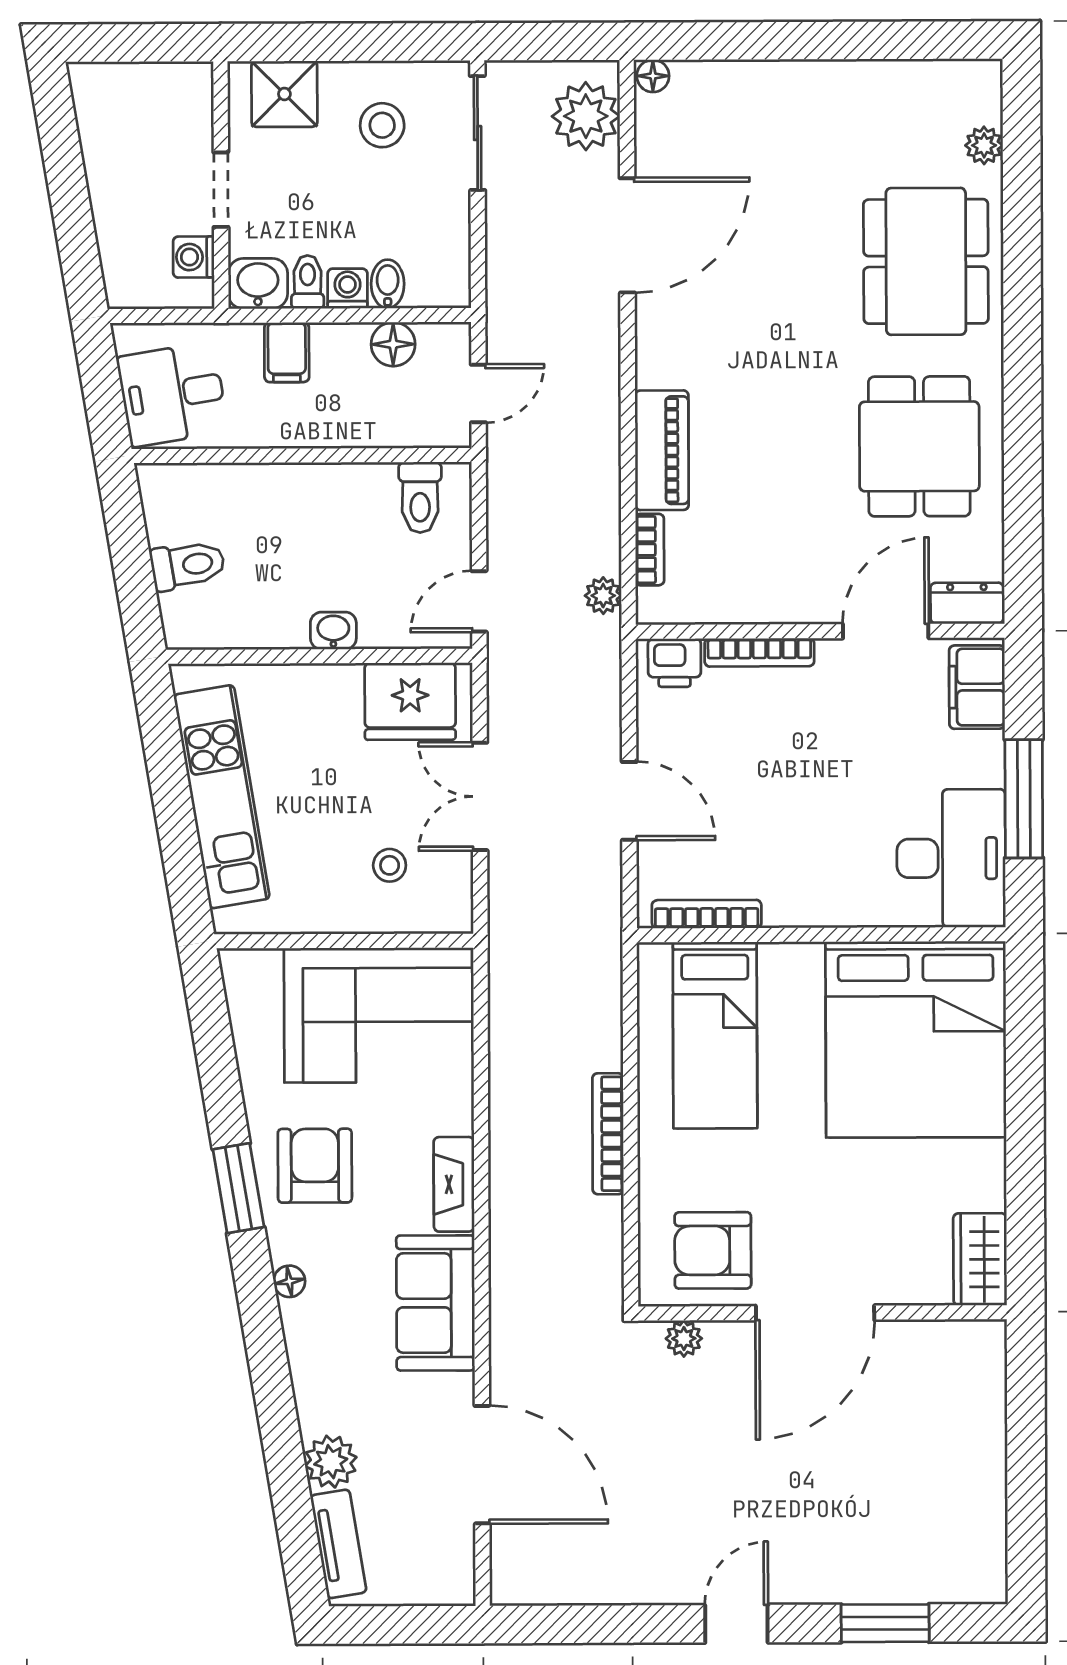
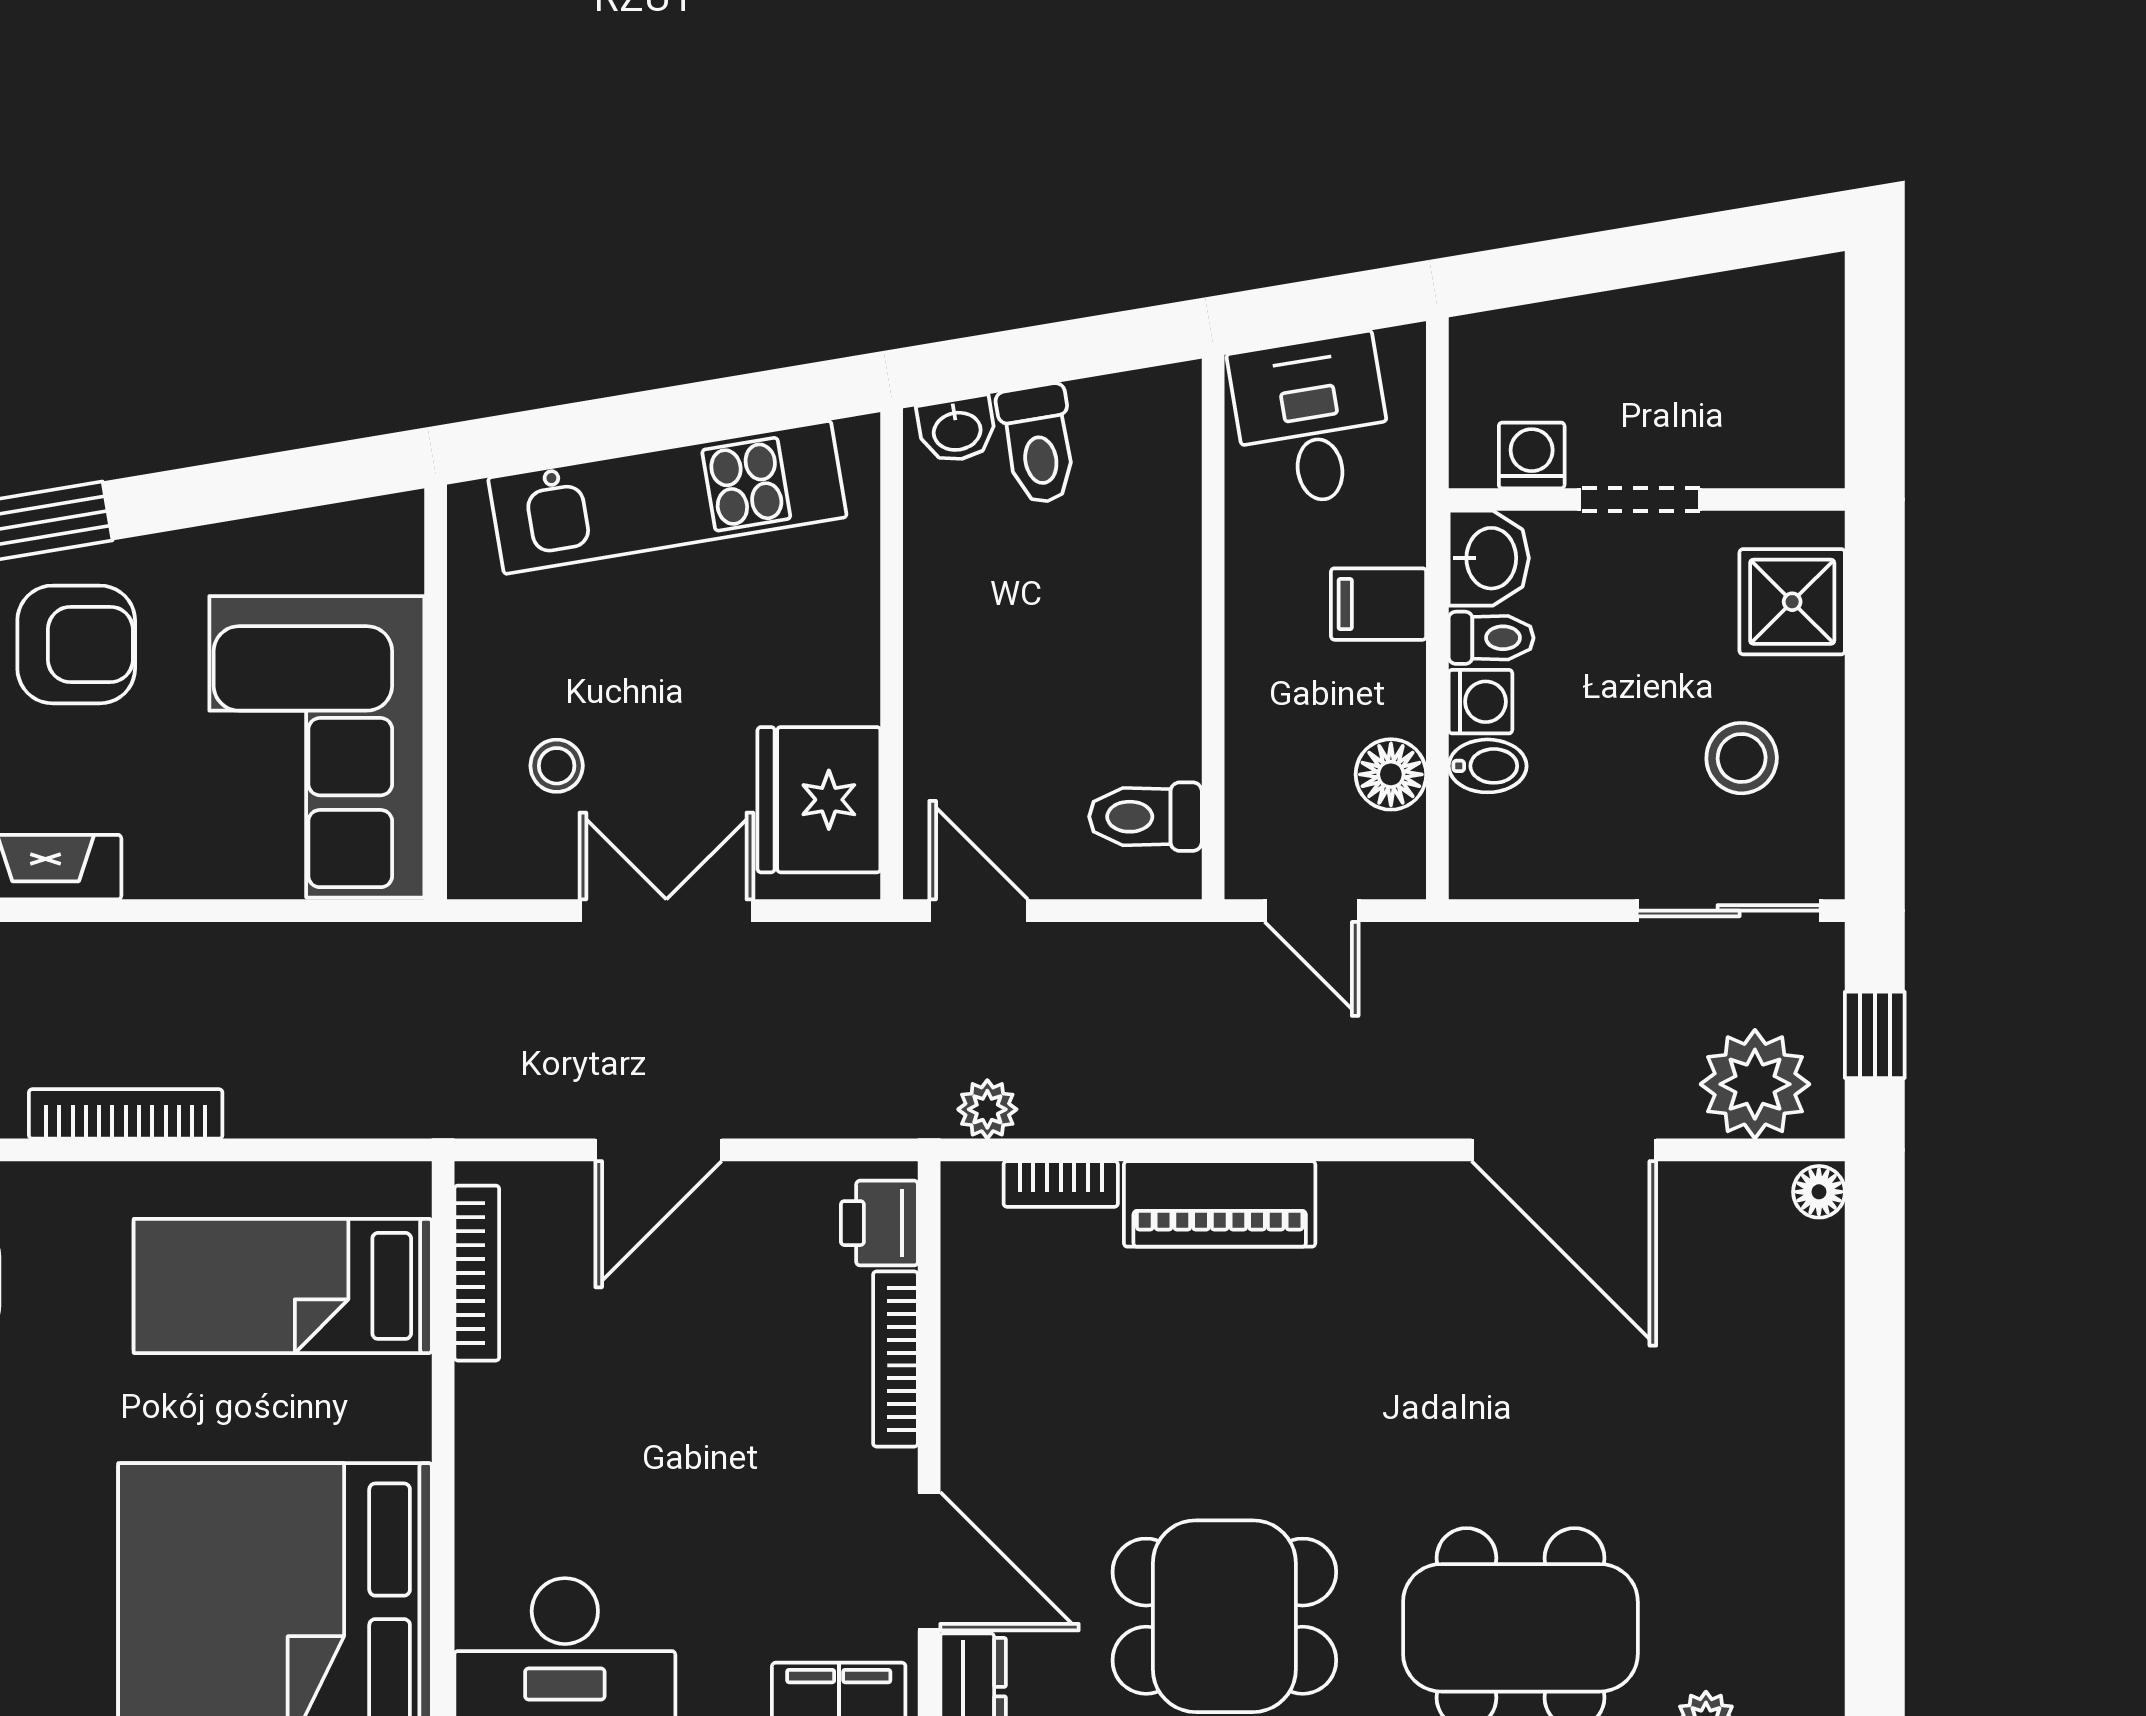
window: (555, 41) -> (1875, 1035), added
washbasin: (333, 631) -> (957, 430), moved, turned 81

